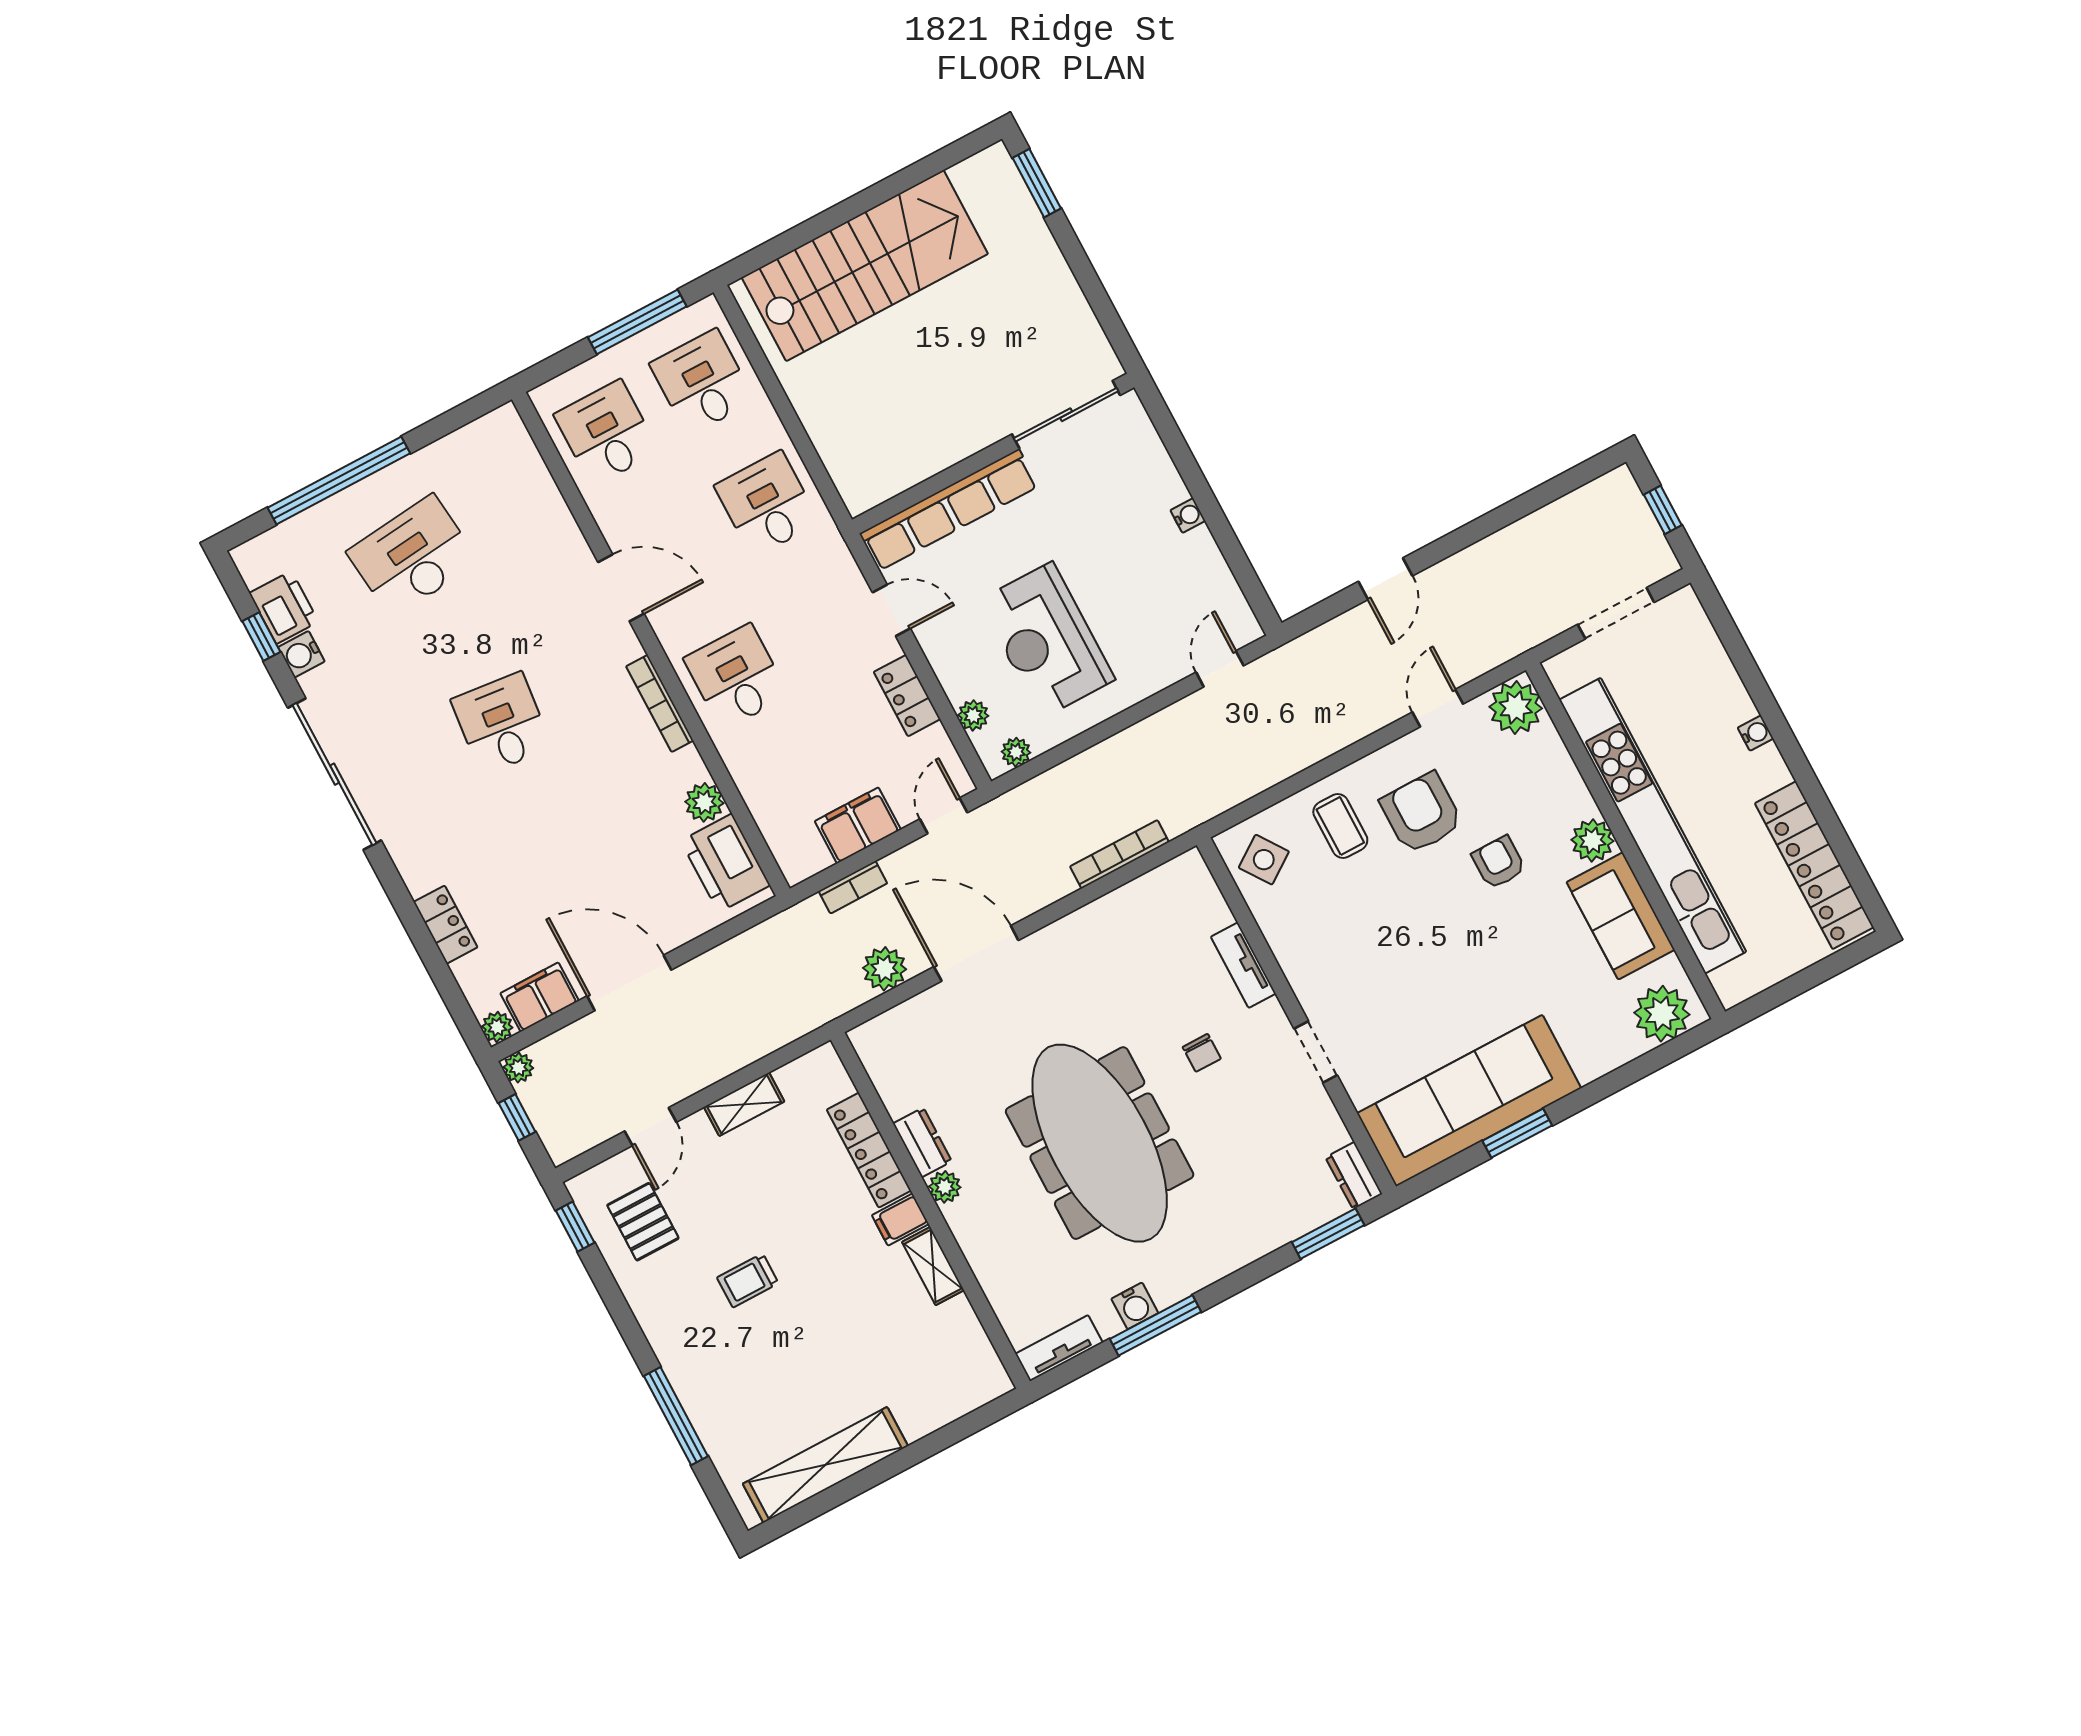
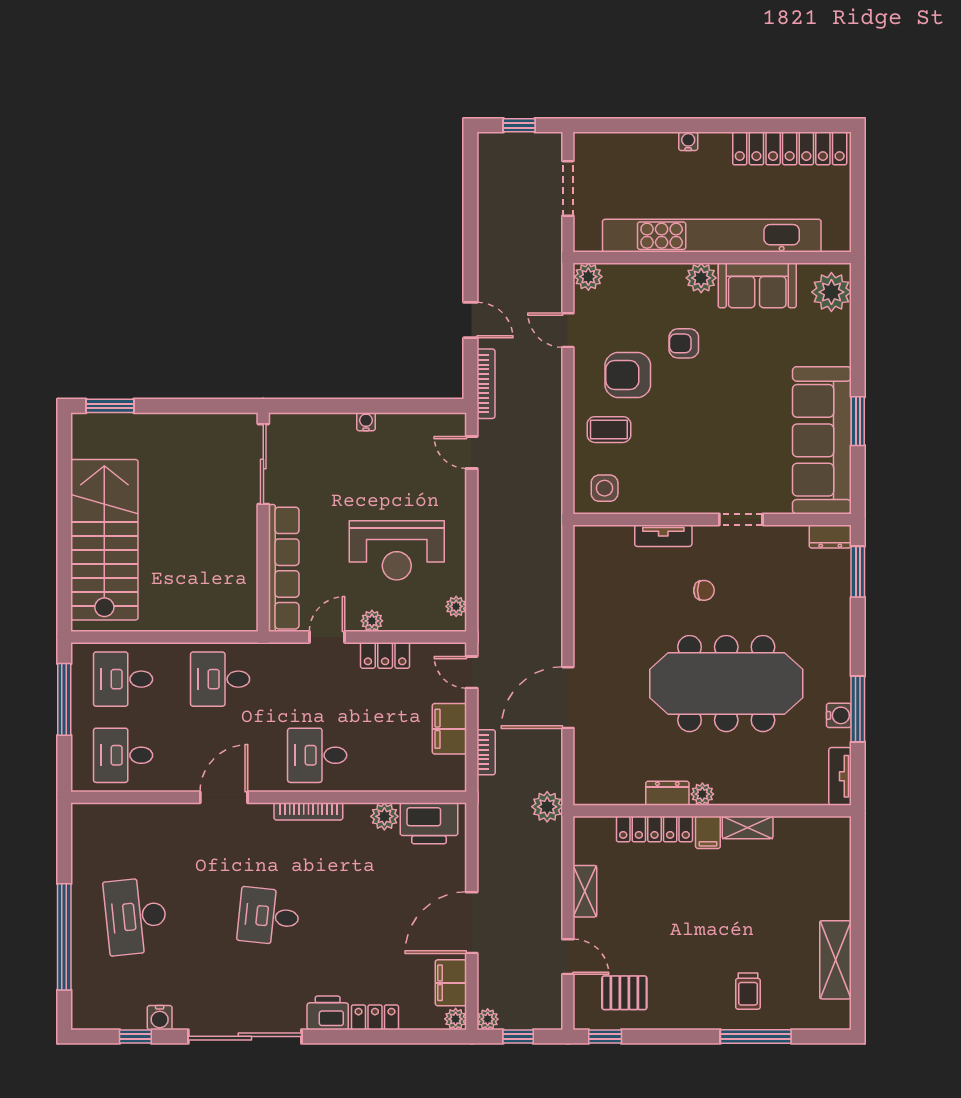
printer: (284, 607) -> (328, 1013), moved
plant: (1516, 707) -> (588, 277), width x0.73, depth x0.73
plant: (973, 715) -> (372, 621), moved
bookcase: (1120, 854) -> (486, 384), moved, turned 180
side table: (1264, 860) -> (605, 488), turned 35
plant: (885, 969) -> (547, 807), moved
trolley: (748, 1280) -> (748, 991), moved
shelving: (825, 1465) -> (835, 960), width x0.68

